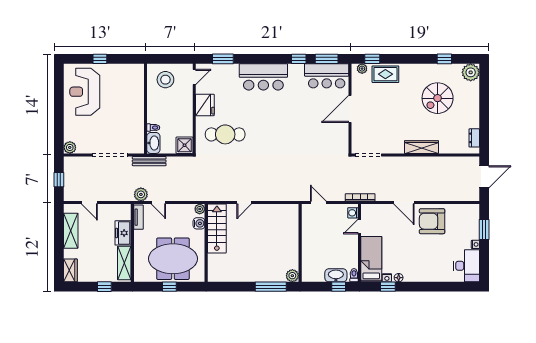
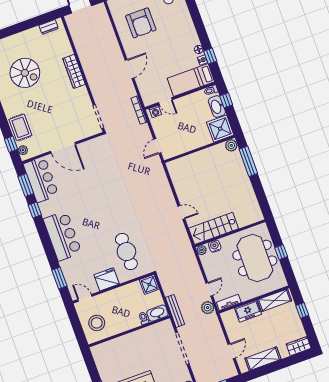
armchair: (432, 221) -> (141, 23), moved
shower: (313, 271) -> (220, 129), added

